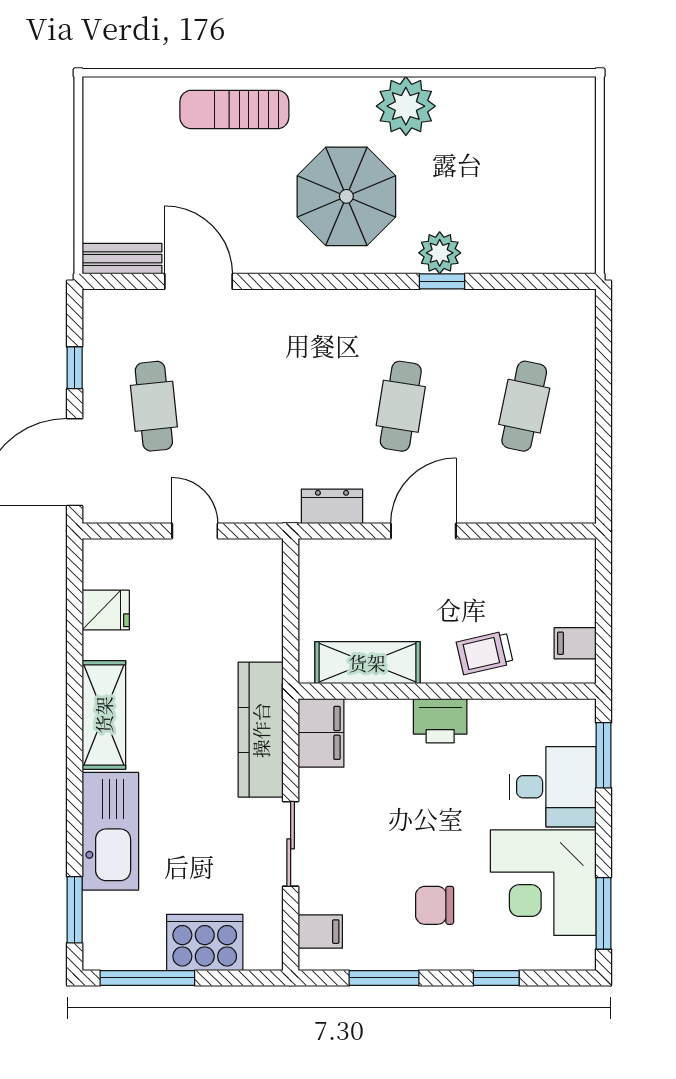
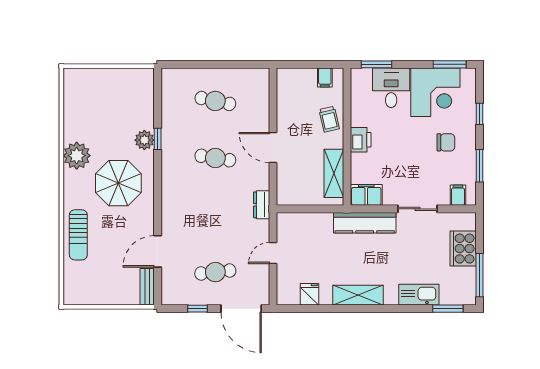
dresser: (332, 506) -> (262, 205), moved
kitchen sink: (110, 831) -> (419, 295), width x0.73, depth x0.81
chair: (435, 905) -> (446, 142), turned -90

